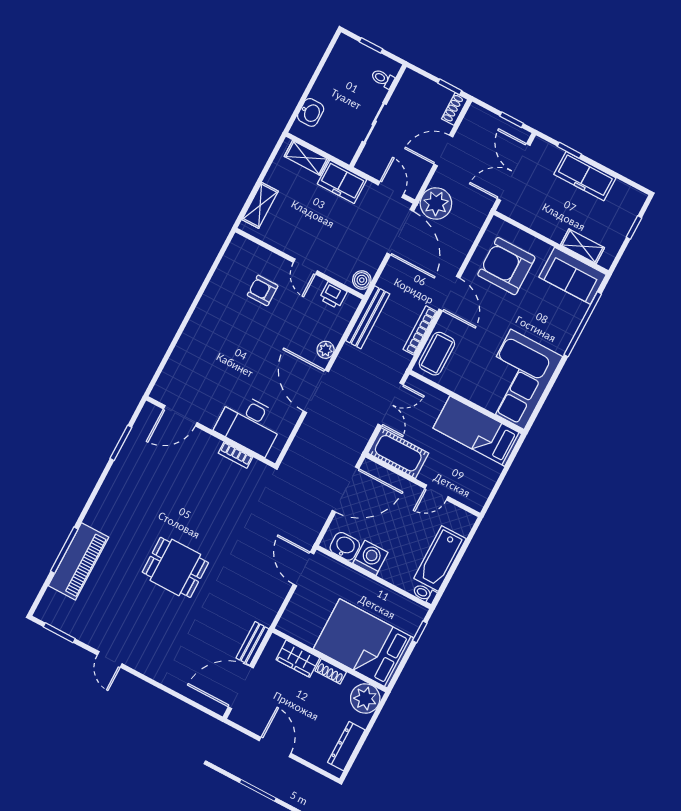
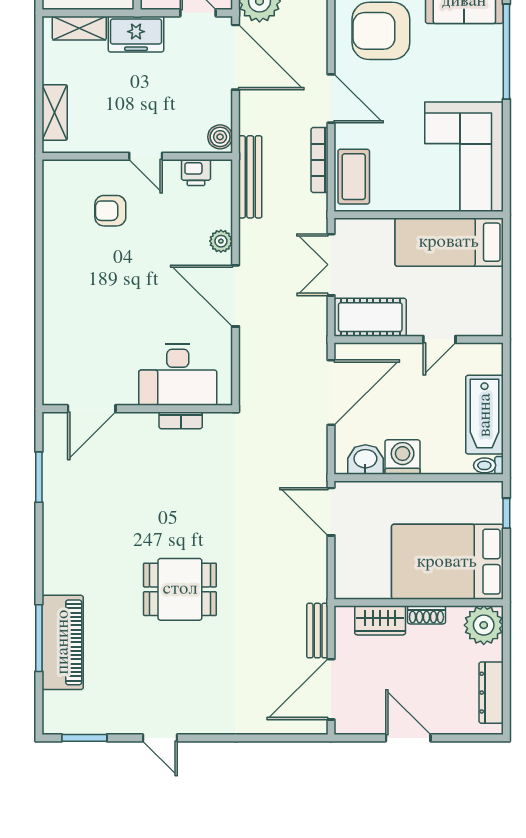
double door: (391, 404) -> (331, 265), swing flipped

